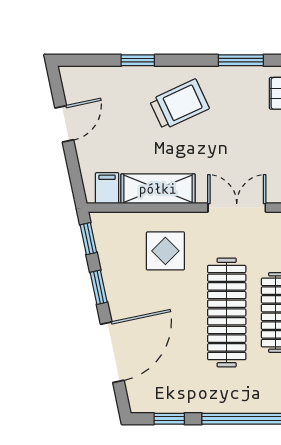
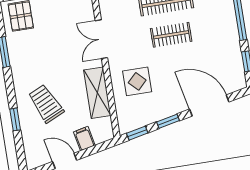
trolley: (179, 104) -> (46, 104), moved
filing cabinet: (107, 188) -> (84, 139), moved, turned 78
clothes rail: (227, 313) -> (171, 35), width x0.54, depth x0.76

